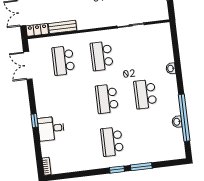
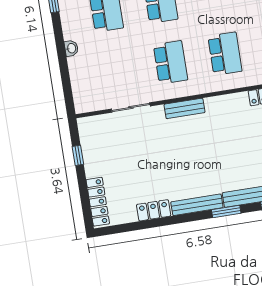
bench: (63, 27) -> (184, 108), moved

